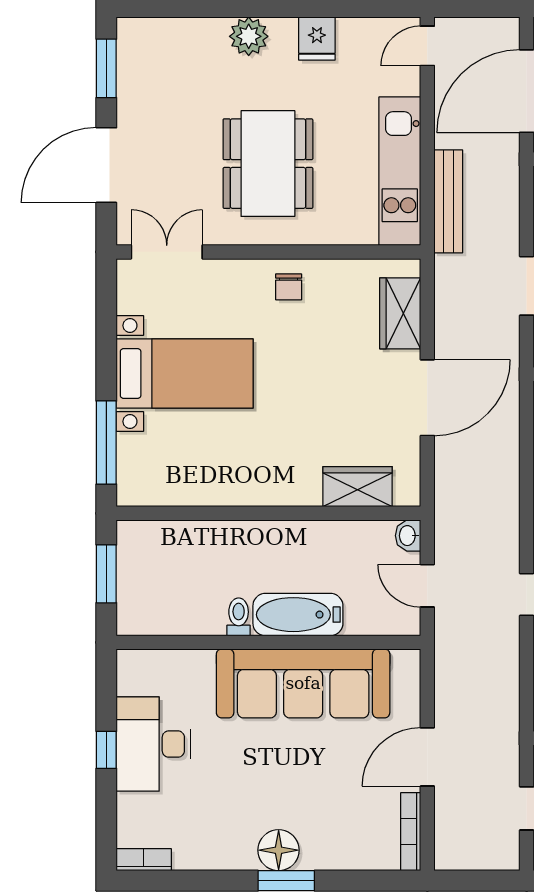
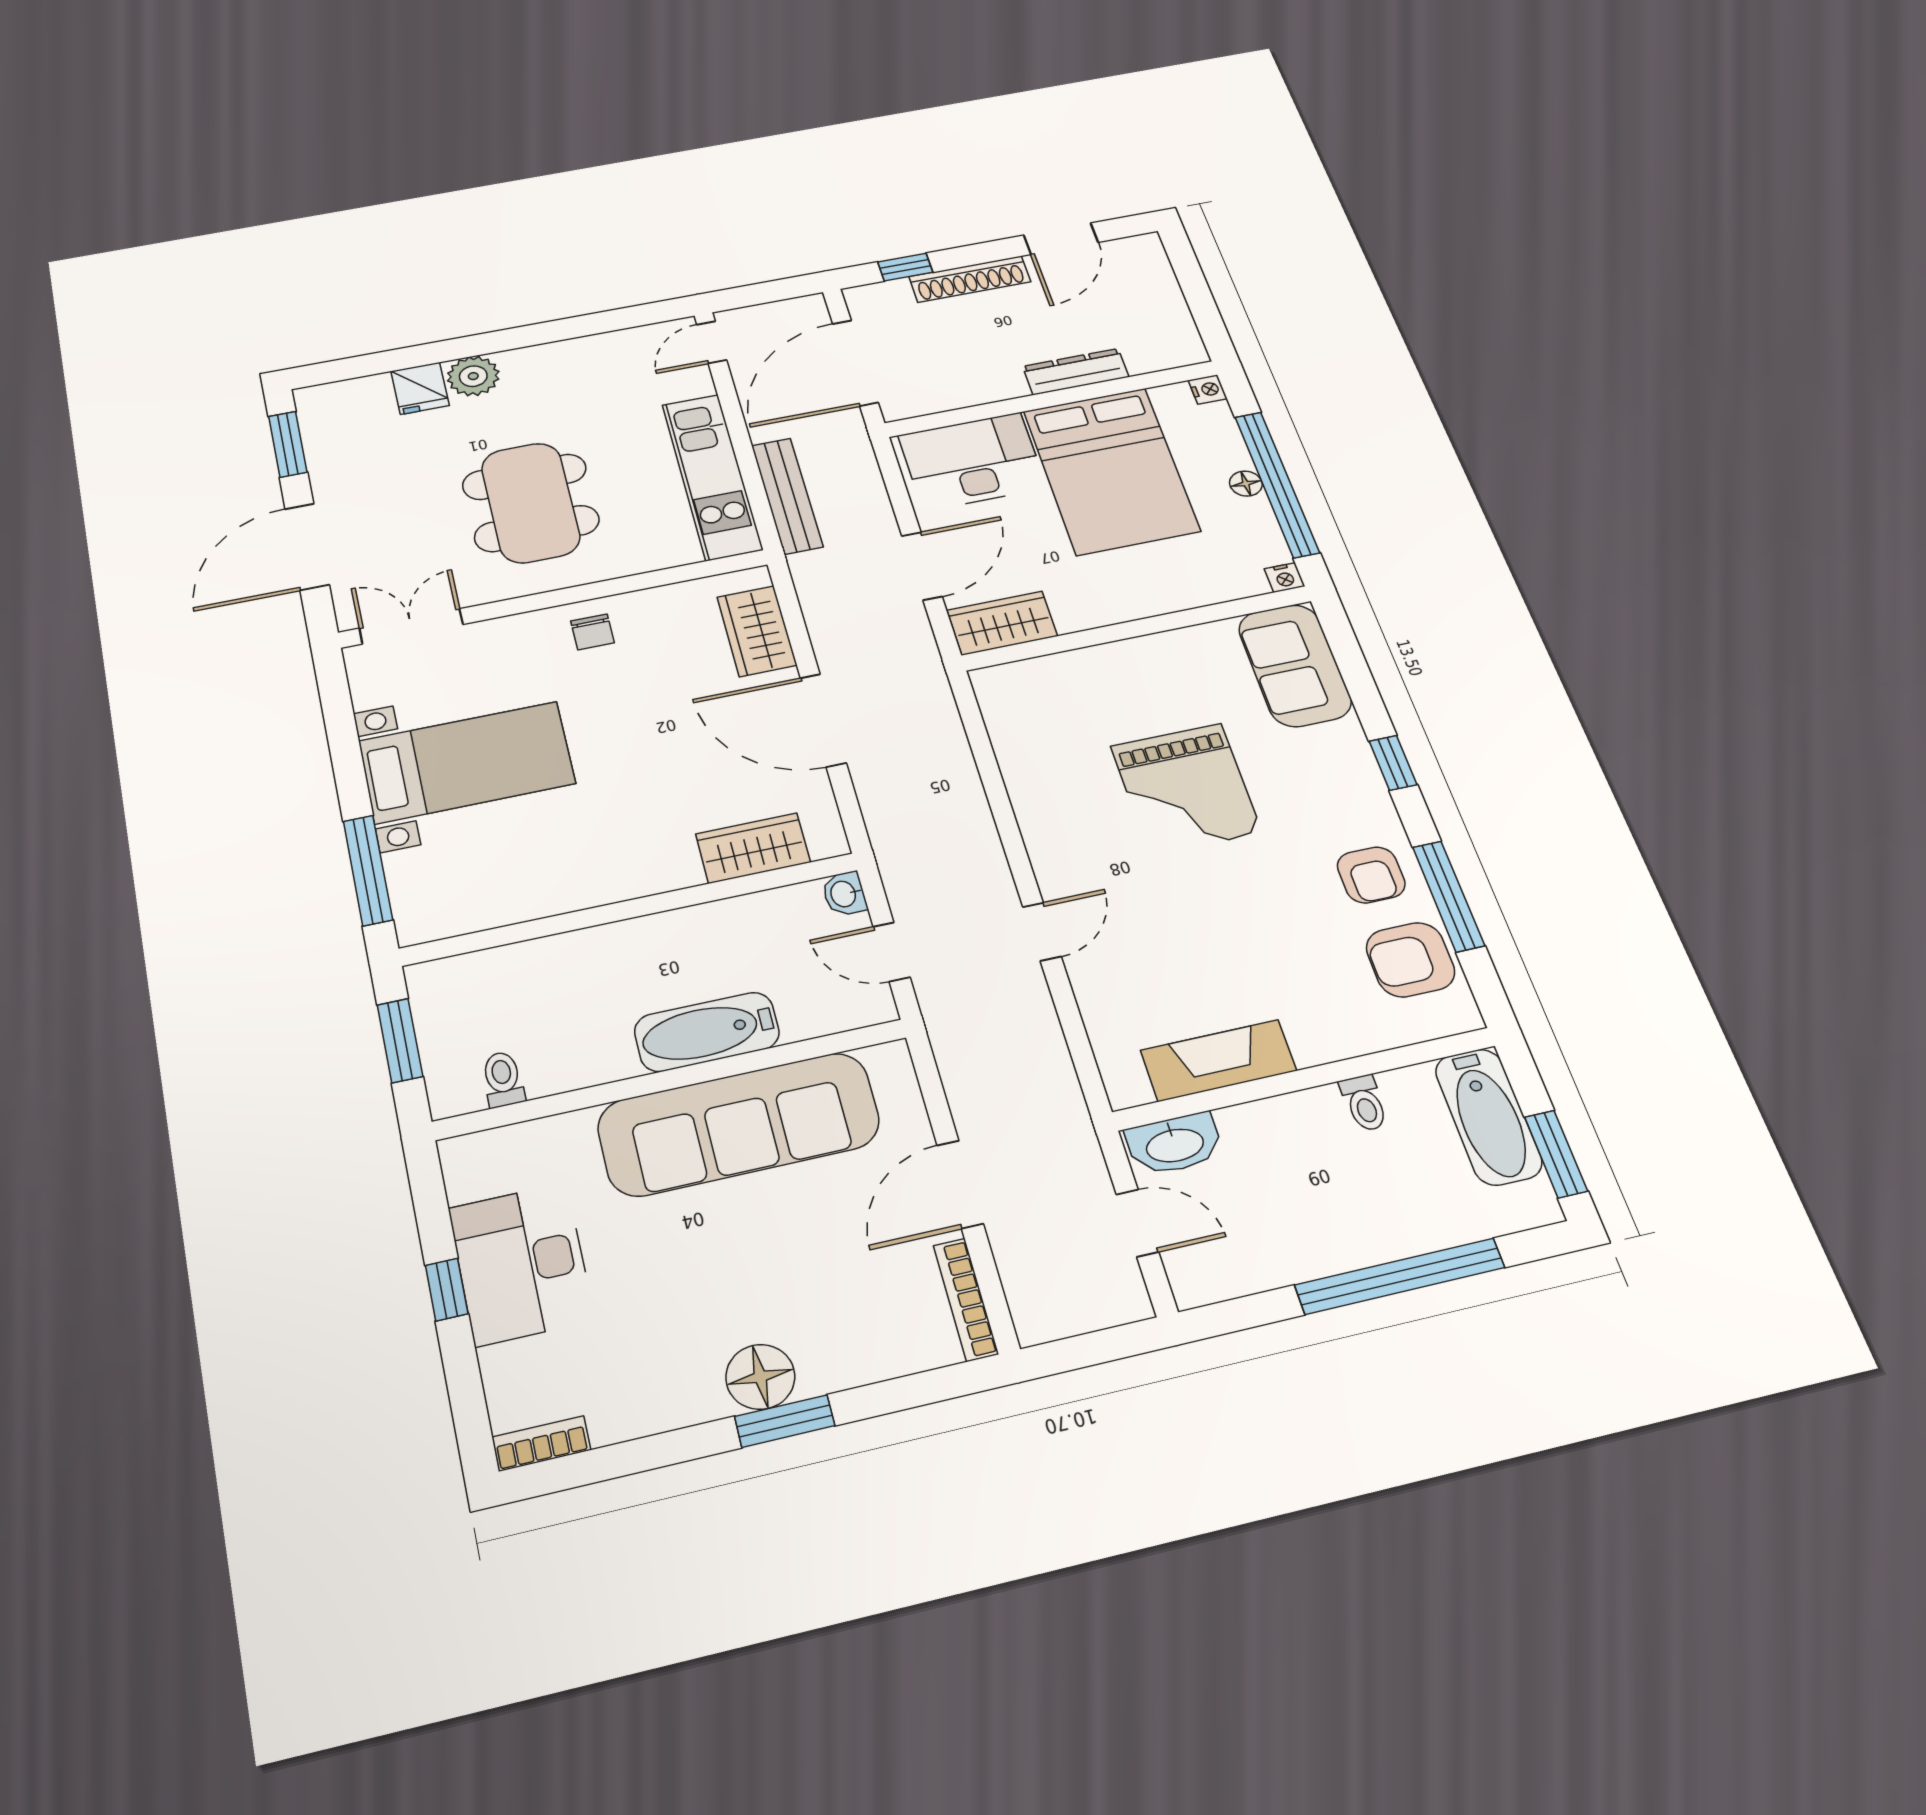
fridge: (317, 39) -> (420, 388), moved
door: (427, 398) -> (823, 720), swing flipped
toilet: (239, 617) -> (503, 1079), moved

